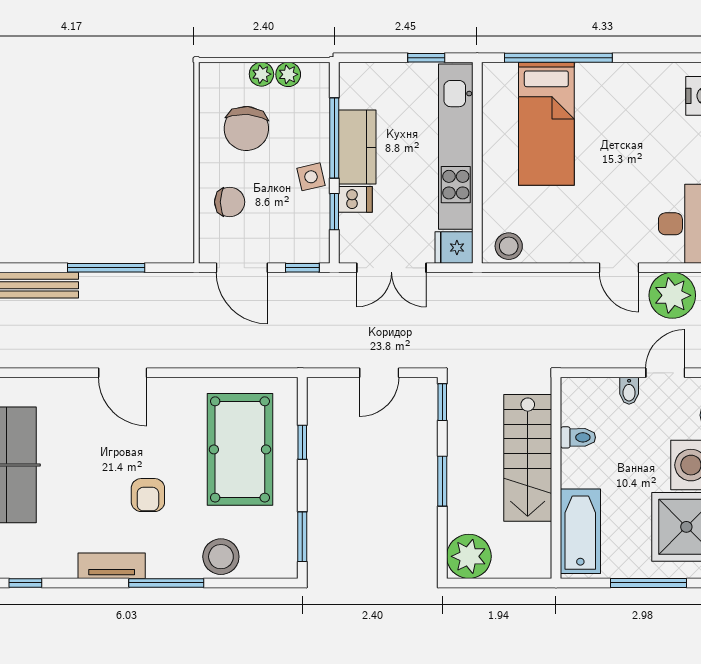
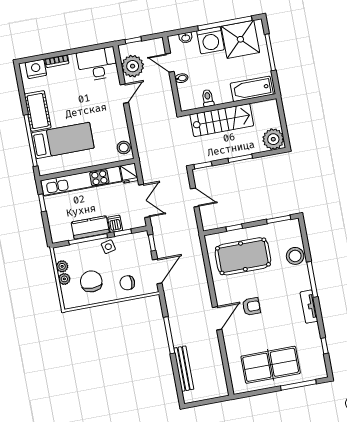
cot: (616, 83) -> (38, 111), added
chair: (246, 129) -> (91, 281), turned -94
chair: (230, 202) -> (127, 283), turned -90
armchair: (148, 495) -> (251, 306), moved

